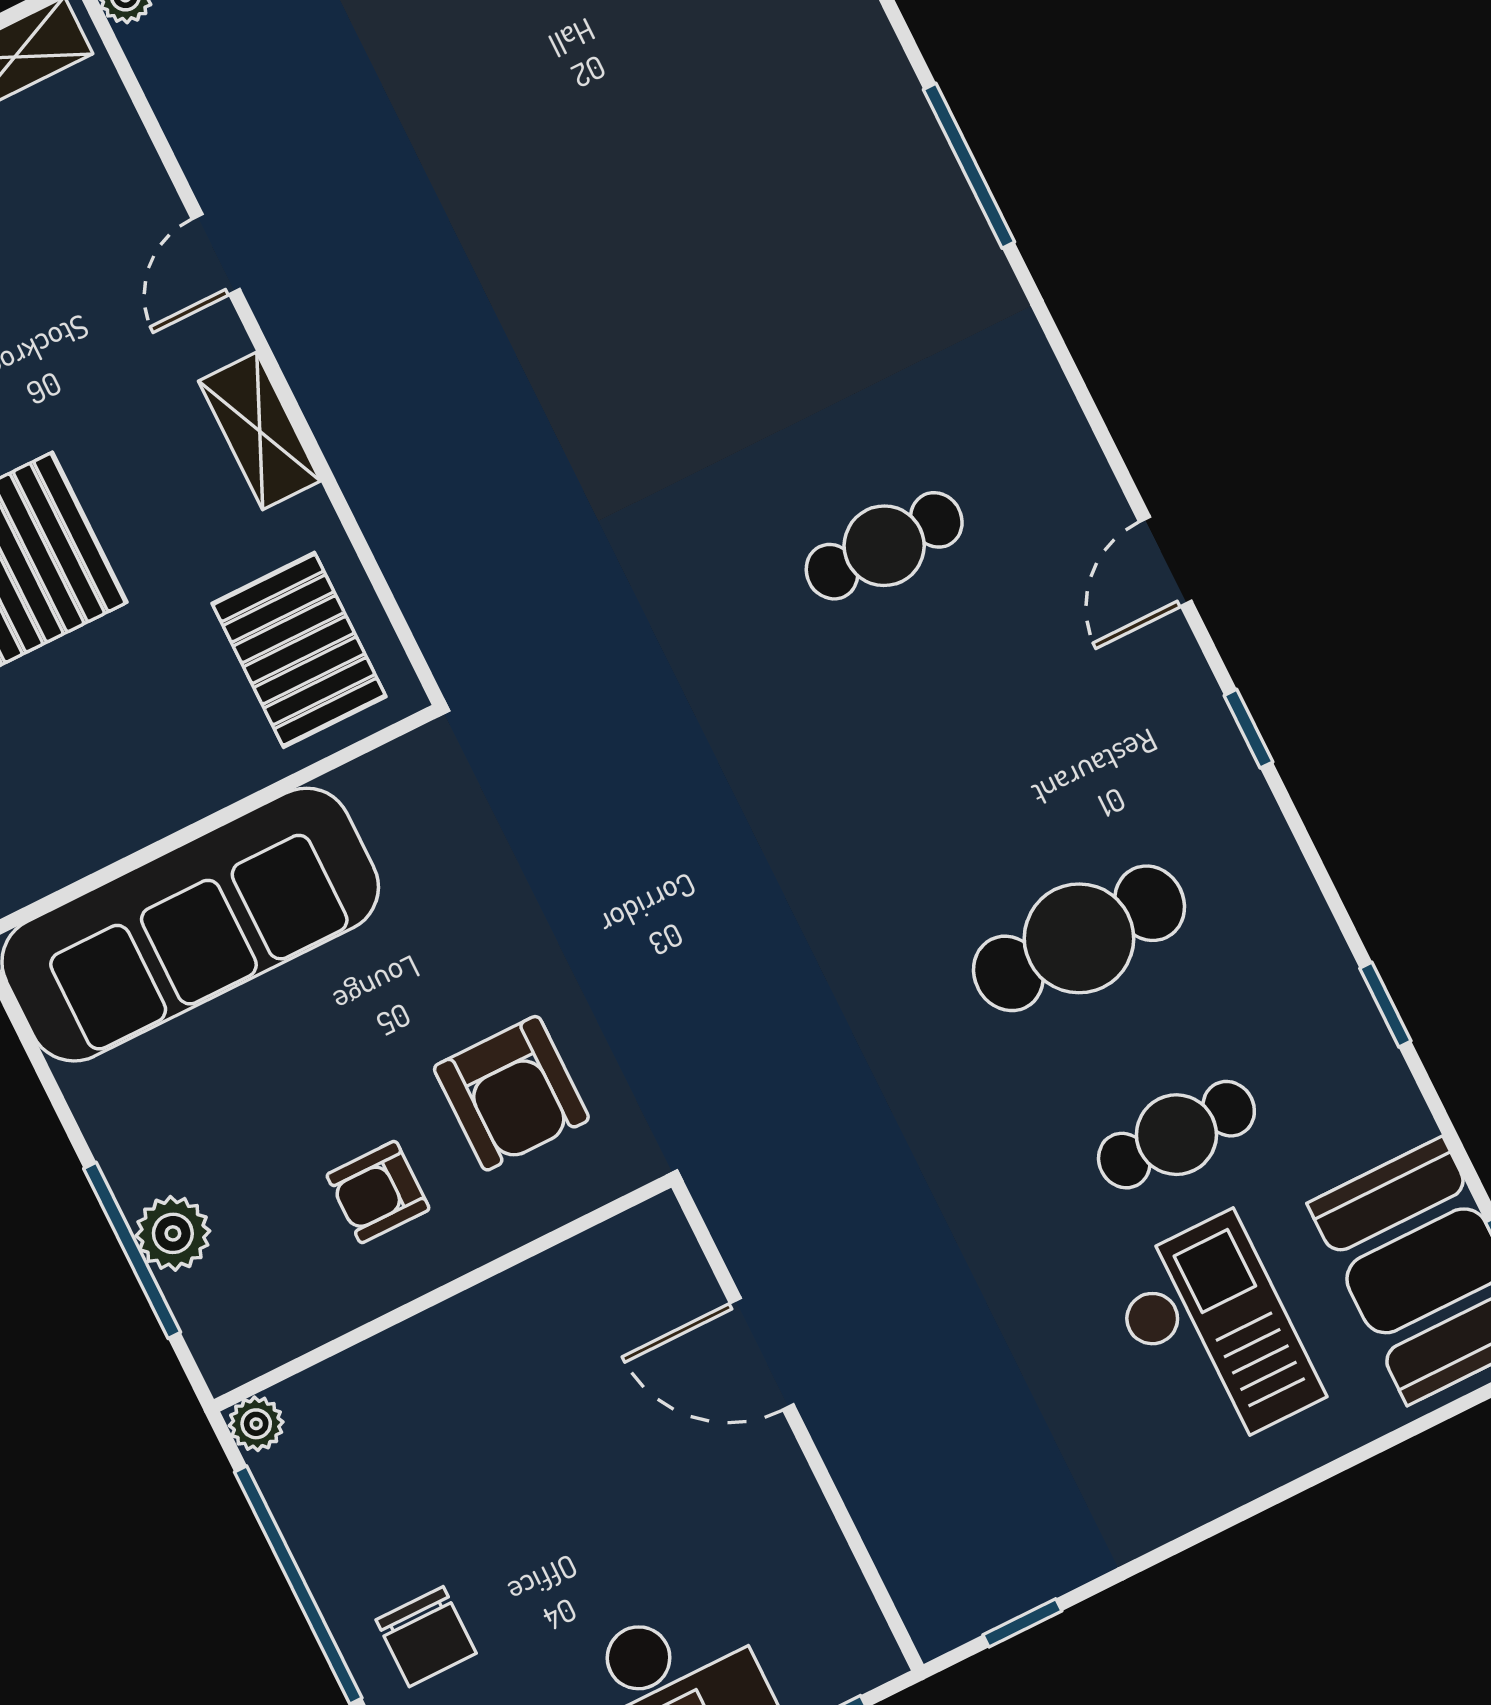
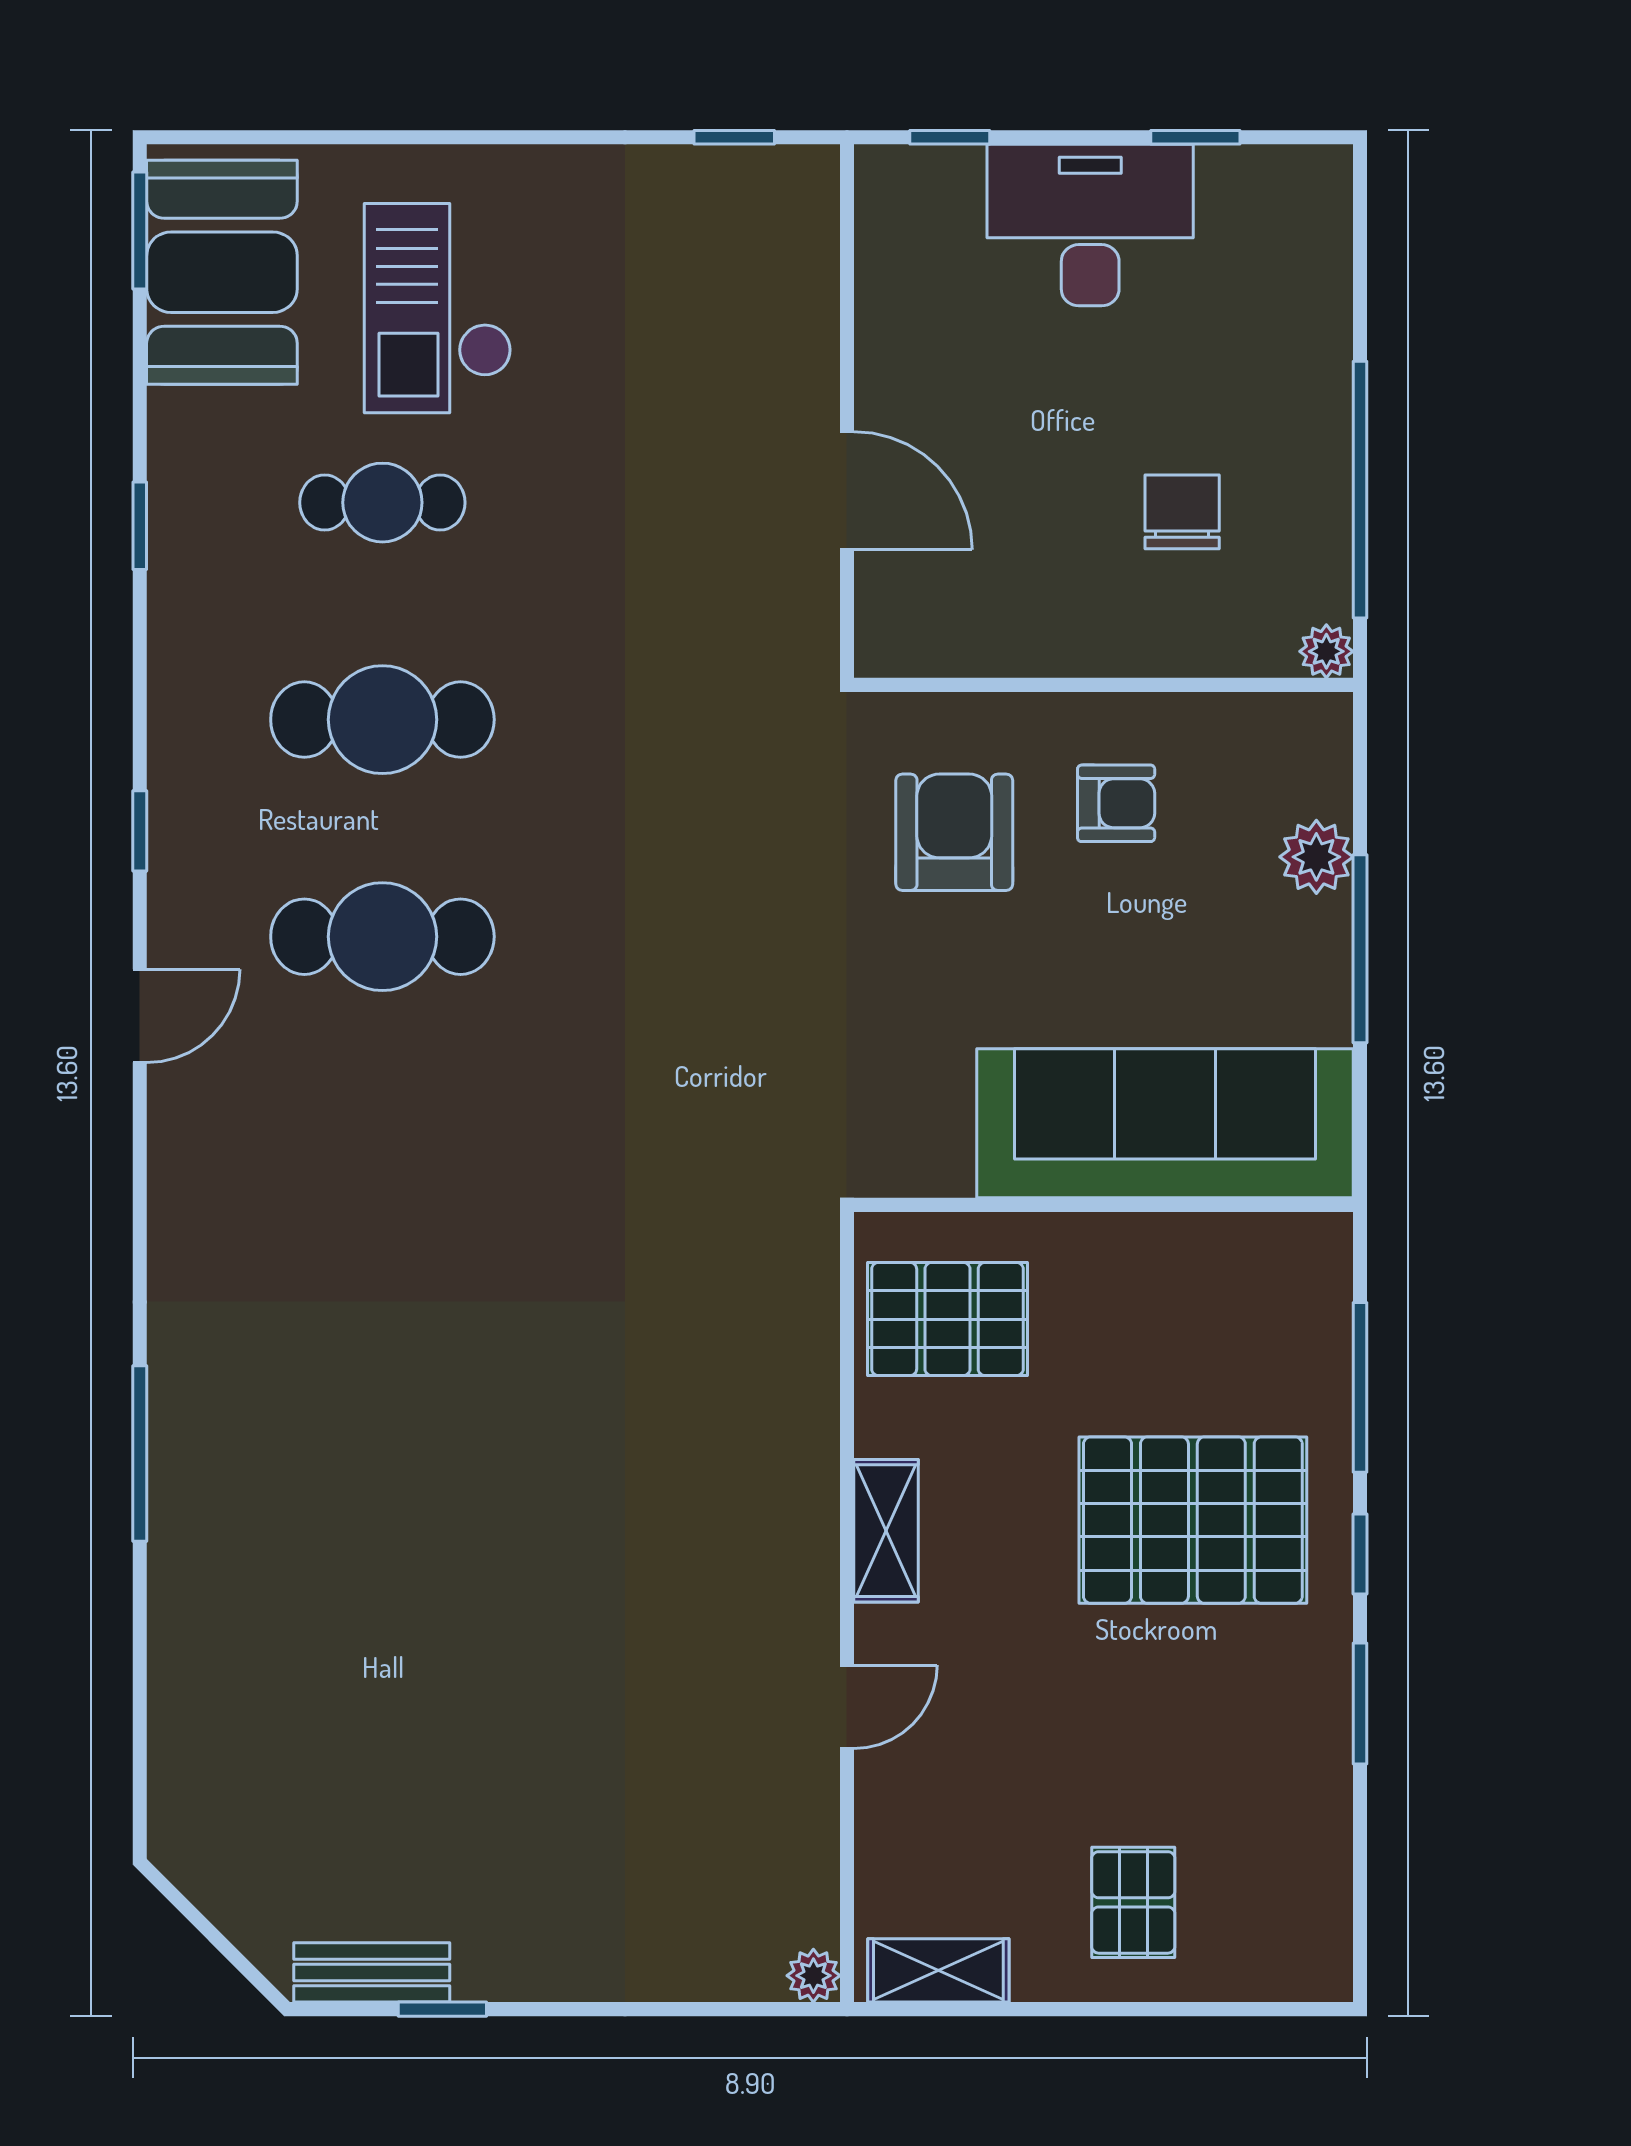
cafe table: (884, 546) -> (382, 937), moved, width x1.37, depth x1.35
pallet: (299, 650) -> (947, 1319), turned 90
window: (132, 1250) -> (1360, 949), moved
chair: (426, 1637) -> (1182, 512), moved

